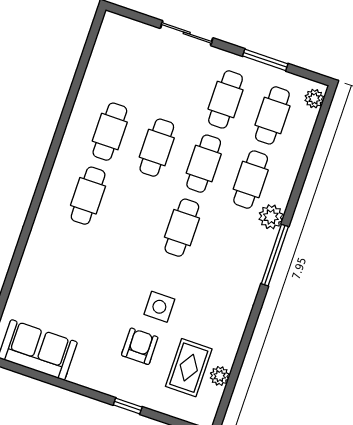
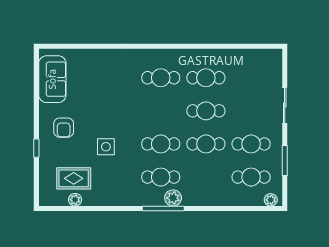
cafe table: (251, 180) -> (161, 177), moved
plant: (271, 217) -> (173, 198), moved
armchair: (140, 346) -> (64, 128), moved, turned 90

